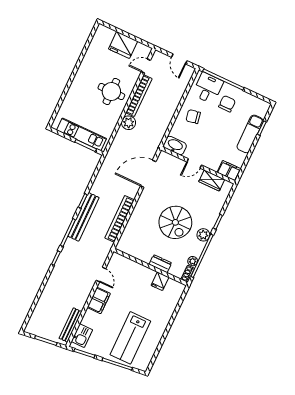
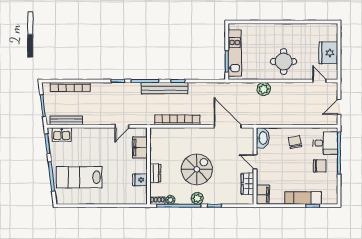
bookcase: (139, 96) -> (70, 87), moved
spiral stairs: (175, 222) -> (197, 169), turned 180
filing cabinet: (99, 300) -> (140, 147), moved, turned 90

